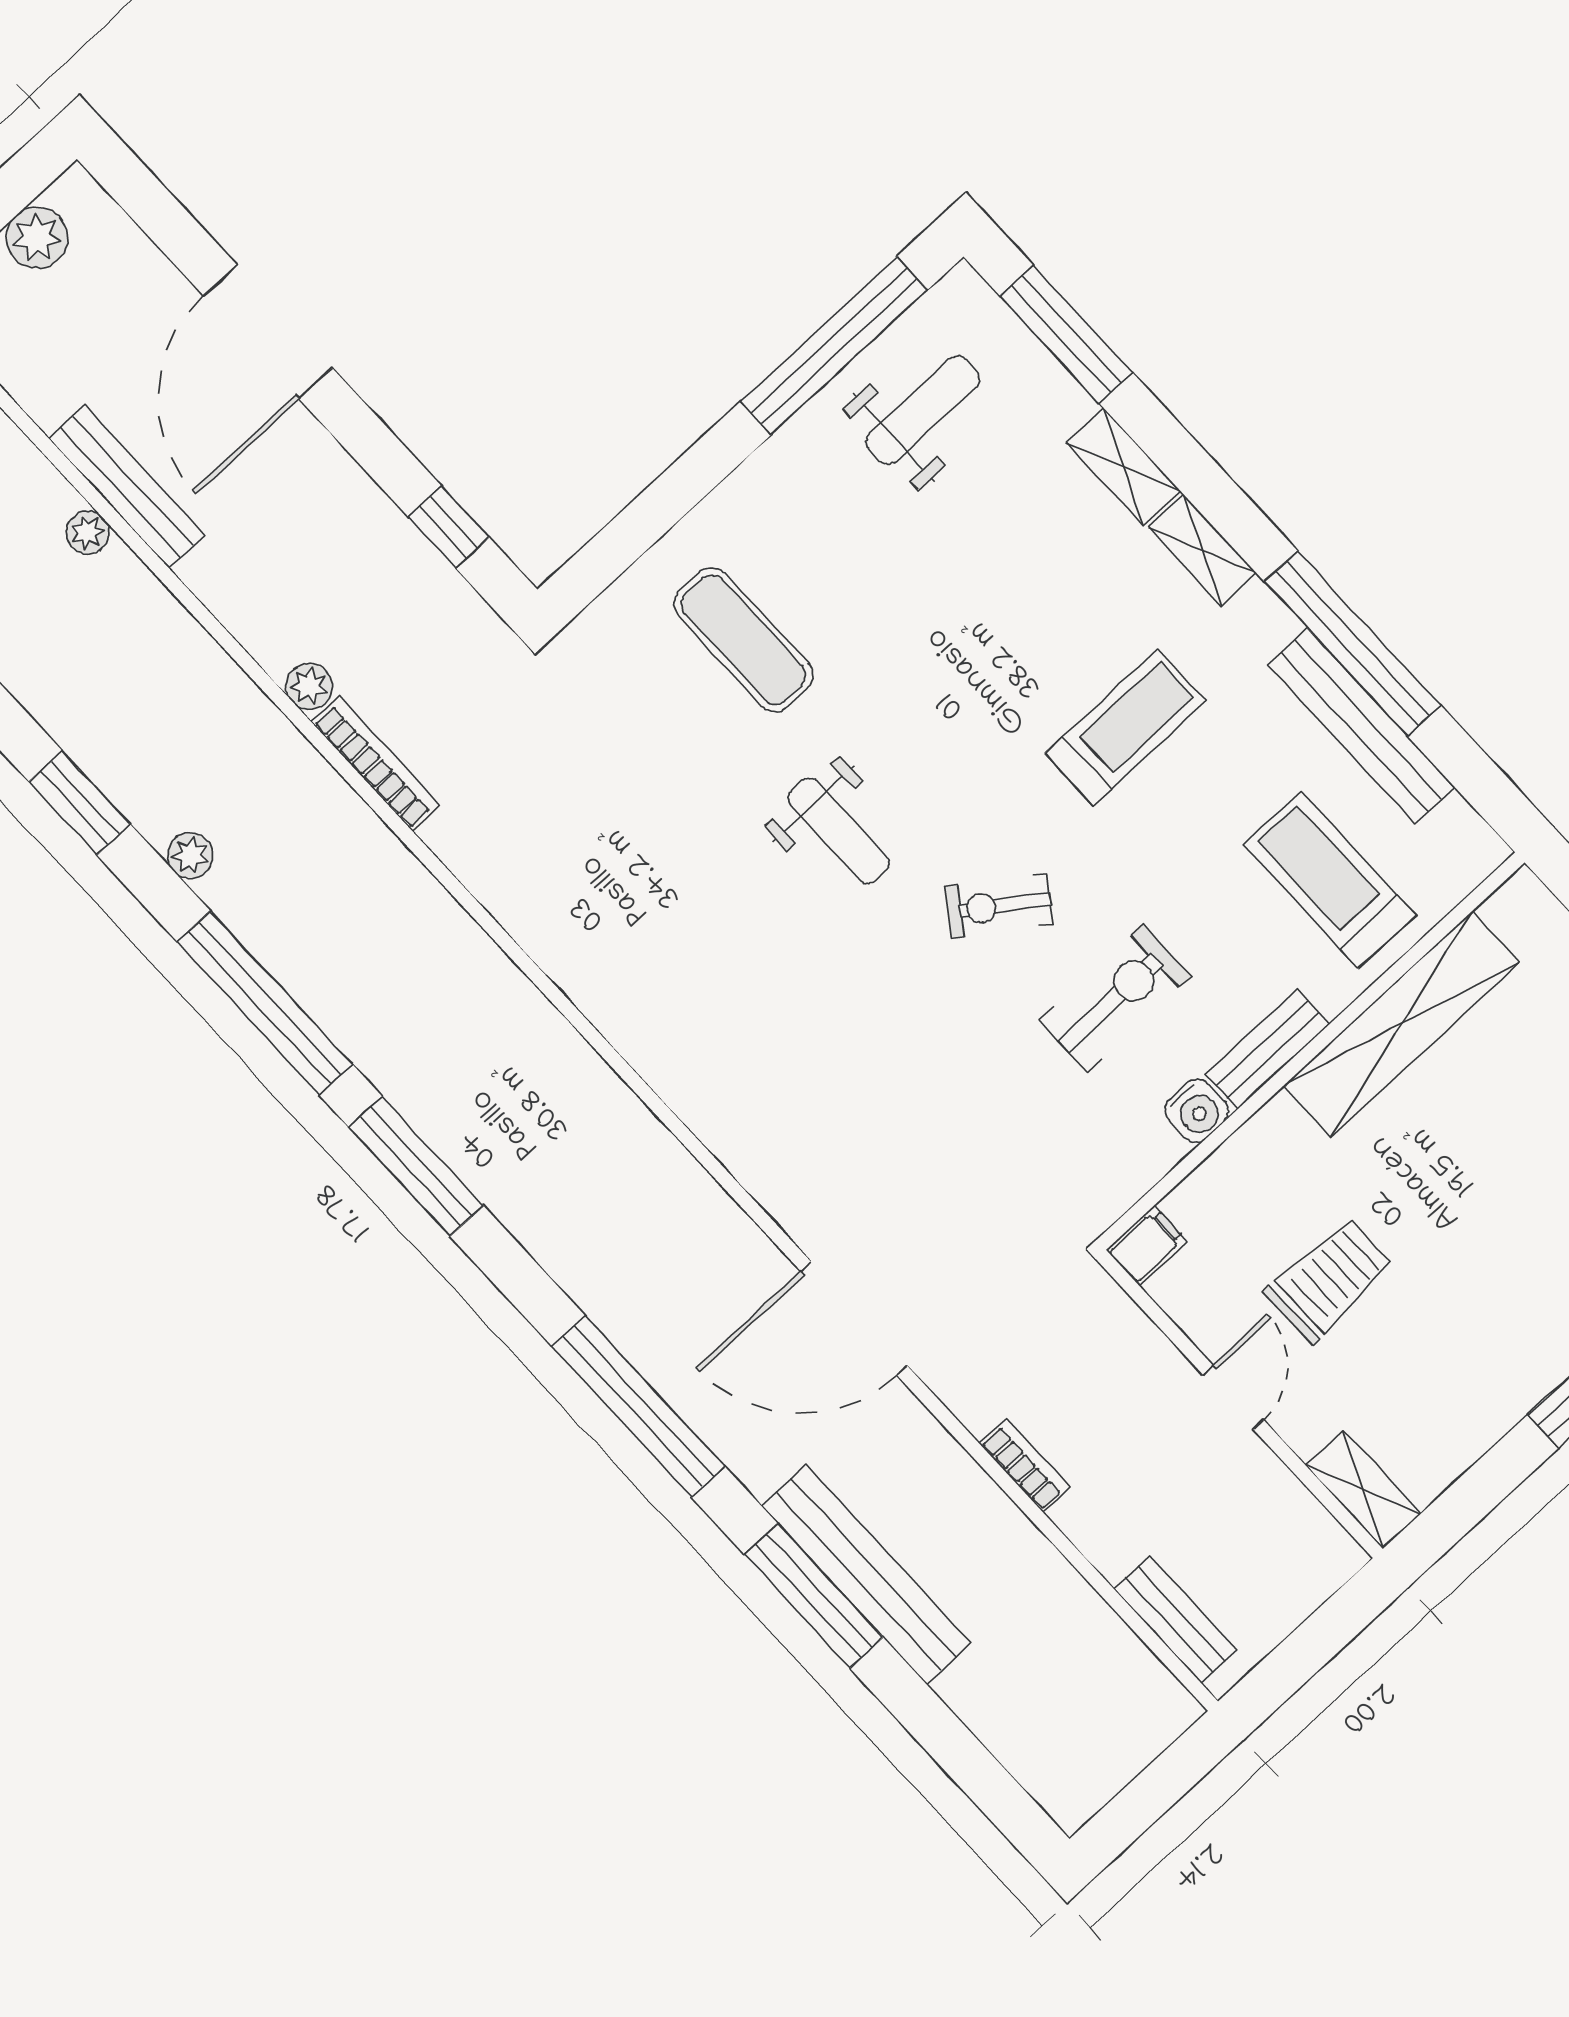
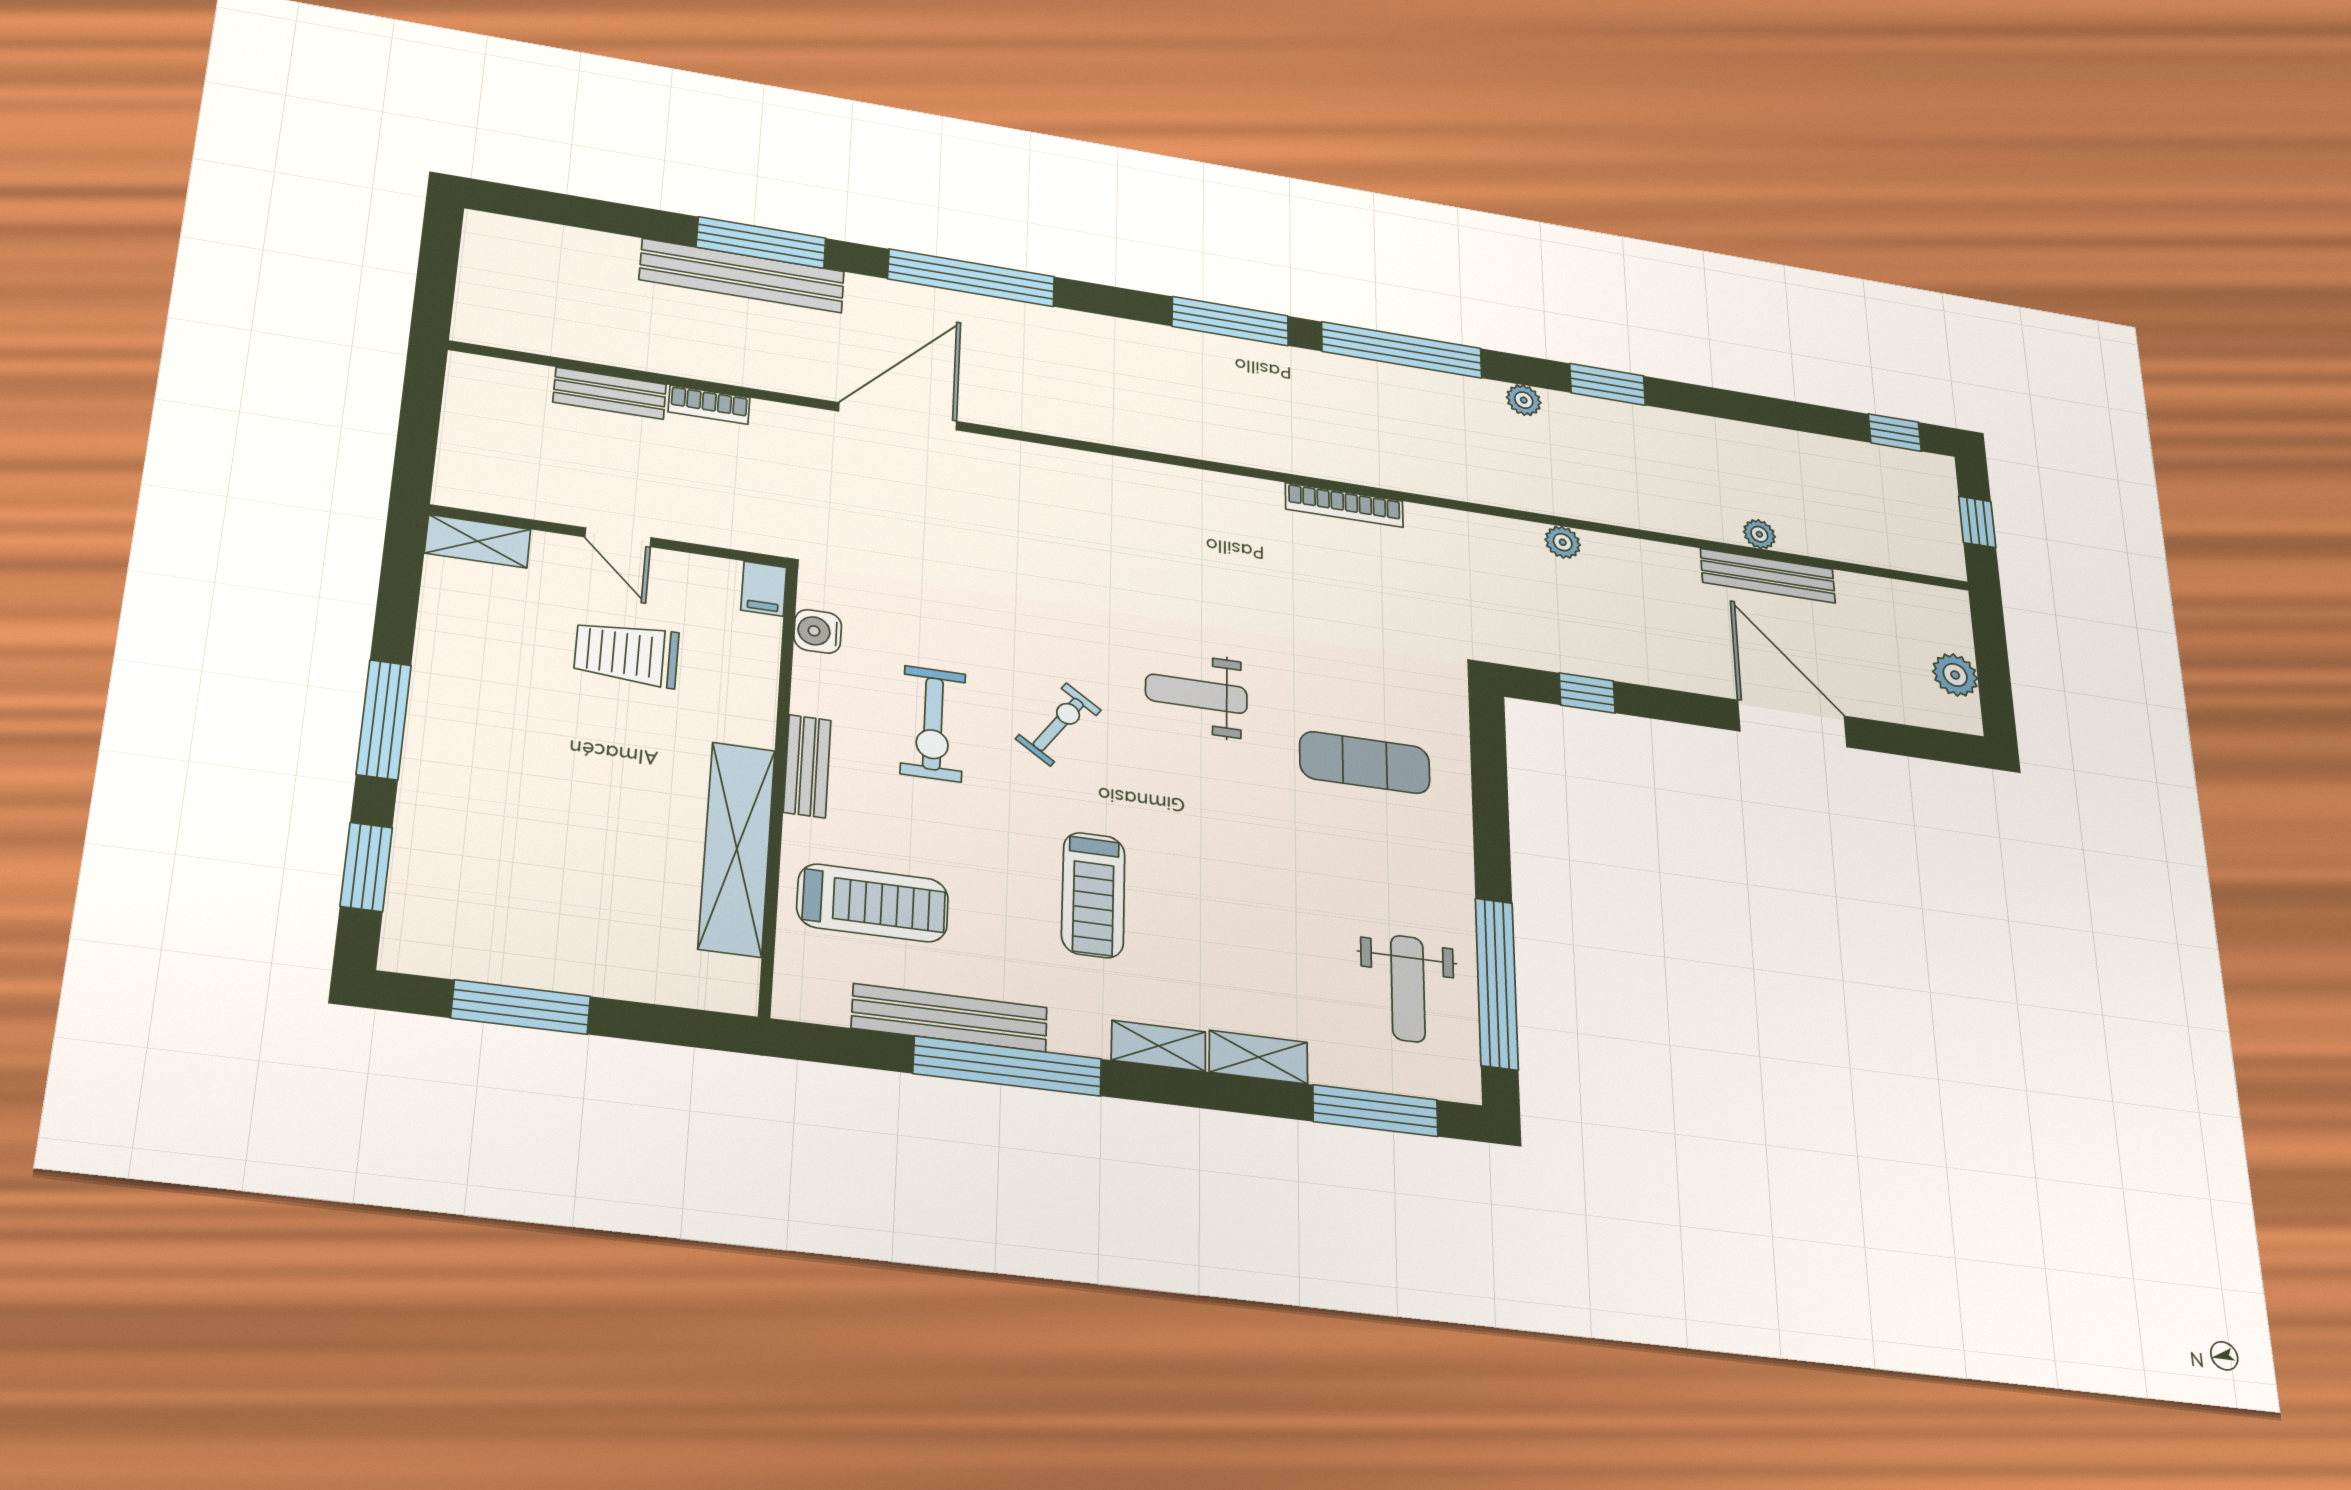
bookcase: (376, 764) -> (1344, 505), moved
water cooler: (1197, 1111) -> (818, 631), moved
trolley: (1329, 1280) -> (627, 654), turned 90
bench: (1175, 1620) -> (610, 393), moved

